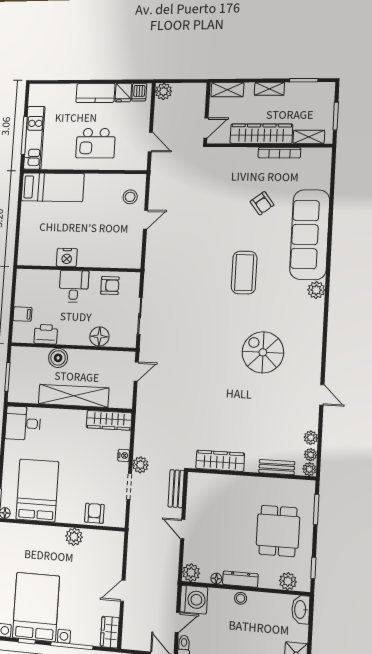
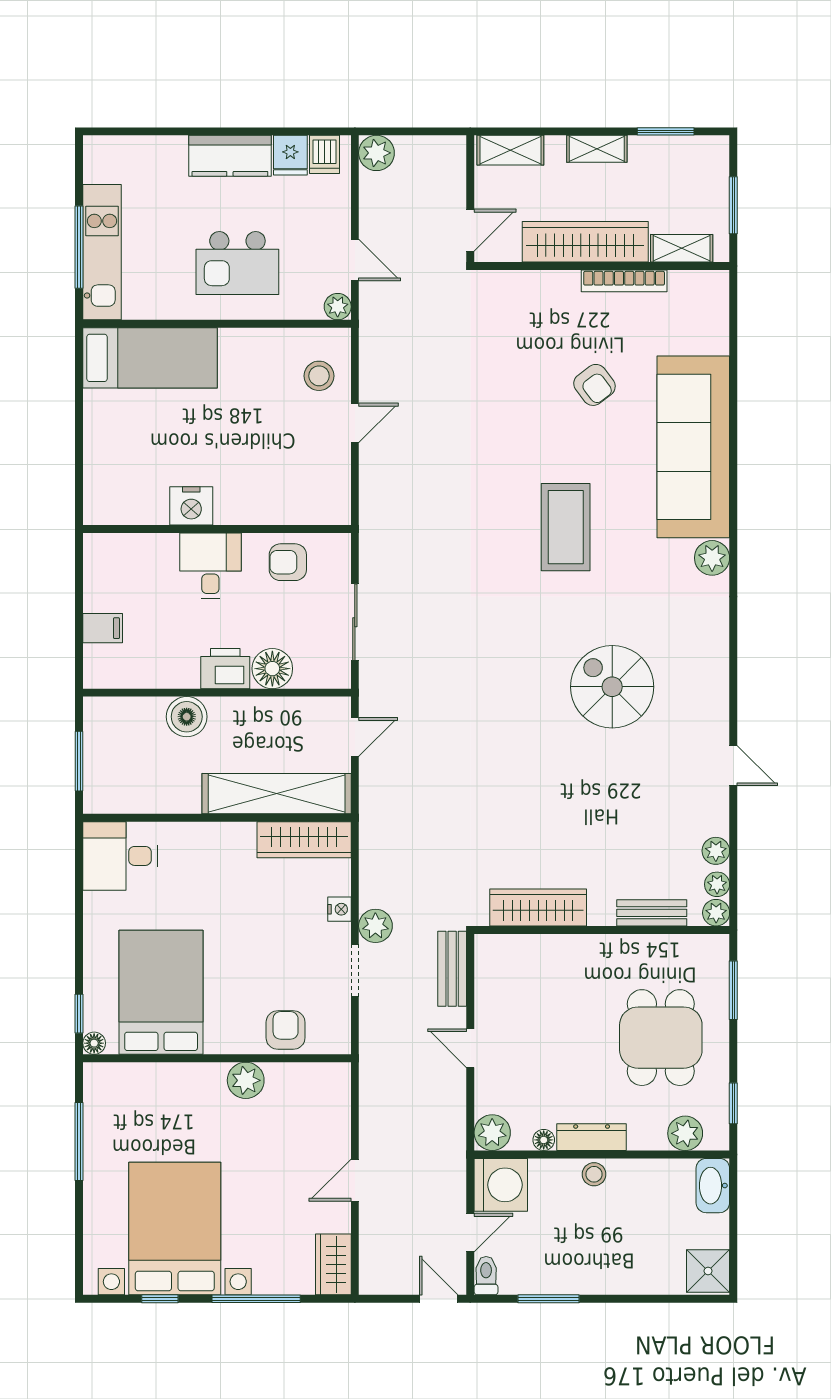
plant: (141, 164) -> (338, 307), added
armchair: (110, 286) -> (288, 562), turned 180
printer: (46, 334) -> (225, 669), moved
shelving: (74, 396) -> (277, 794), moved

